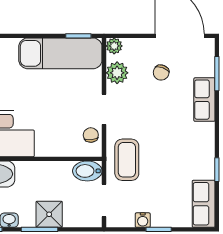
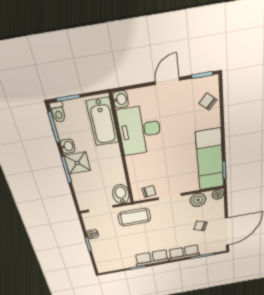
row of seats: (204, 204) -> (152, 258), moved
shower: (49, 214) -> (77, 163), moved

